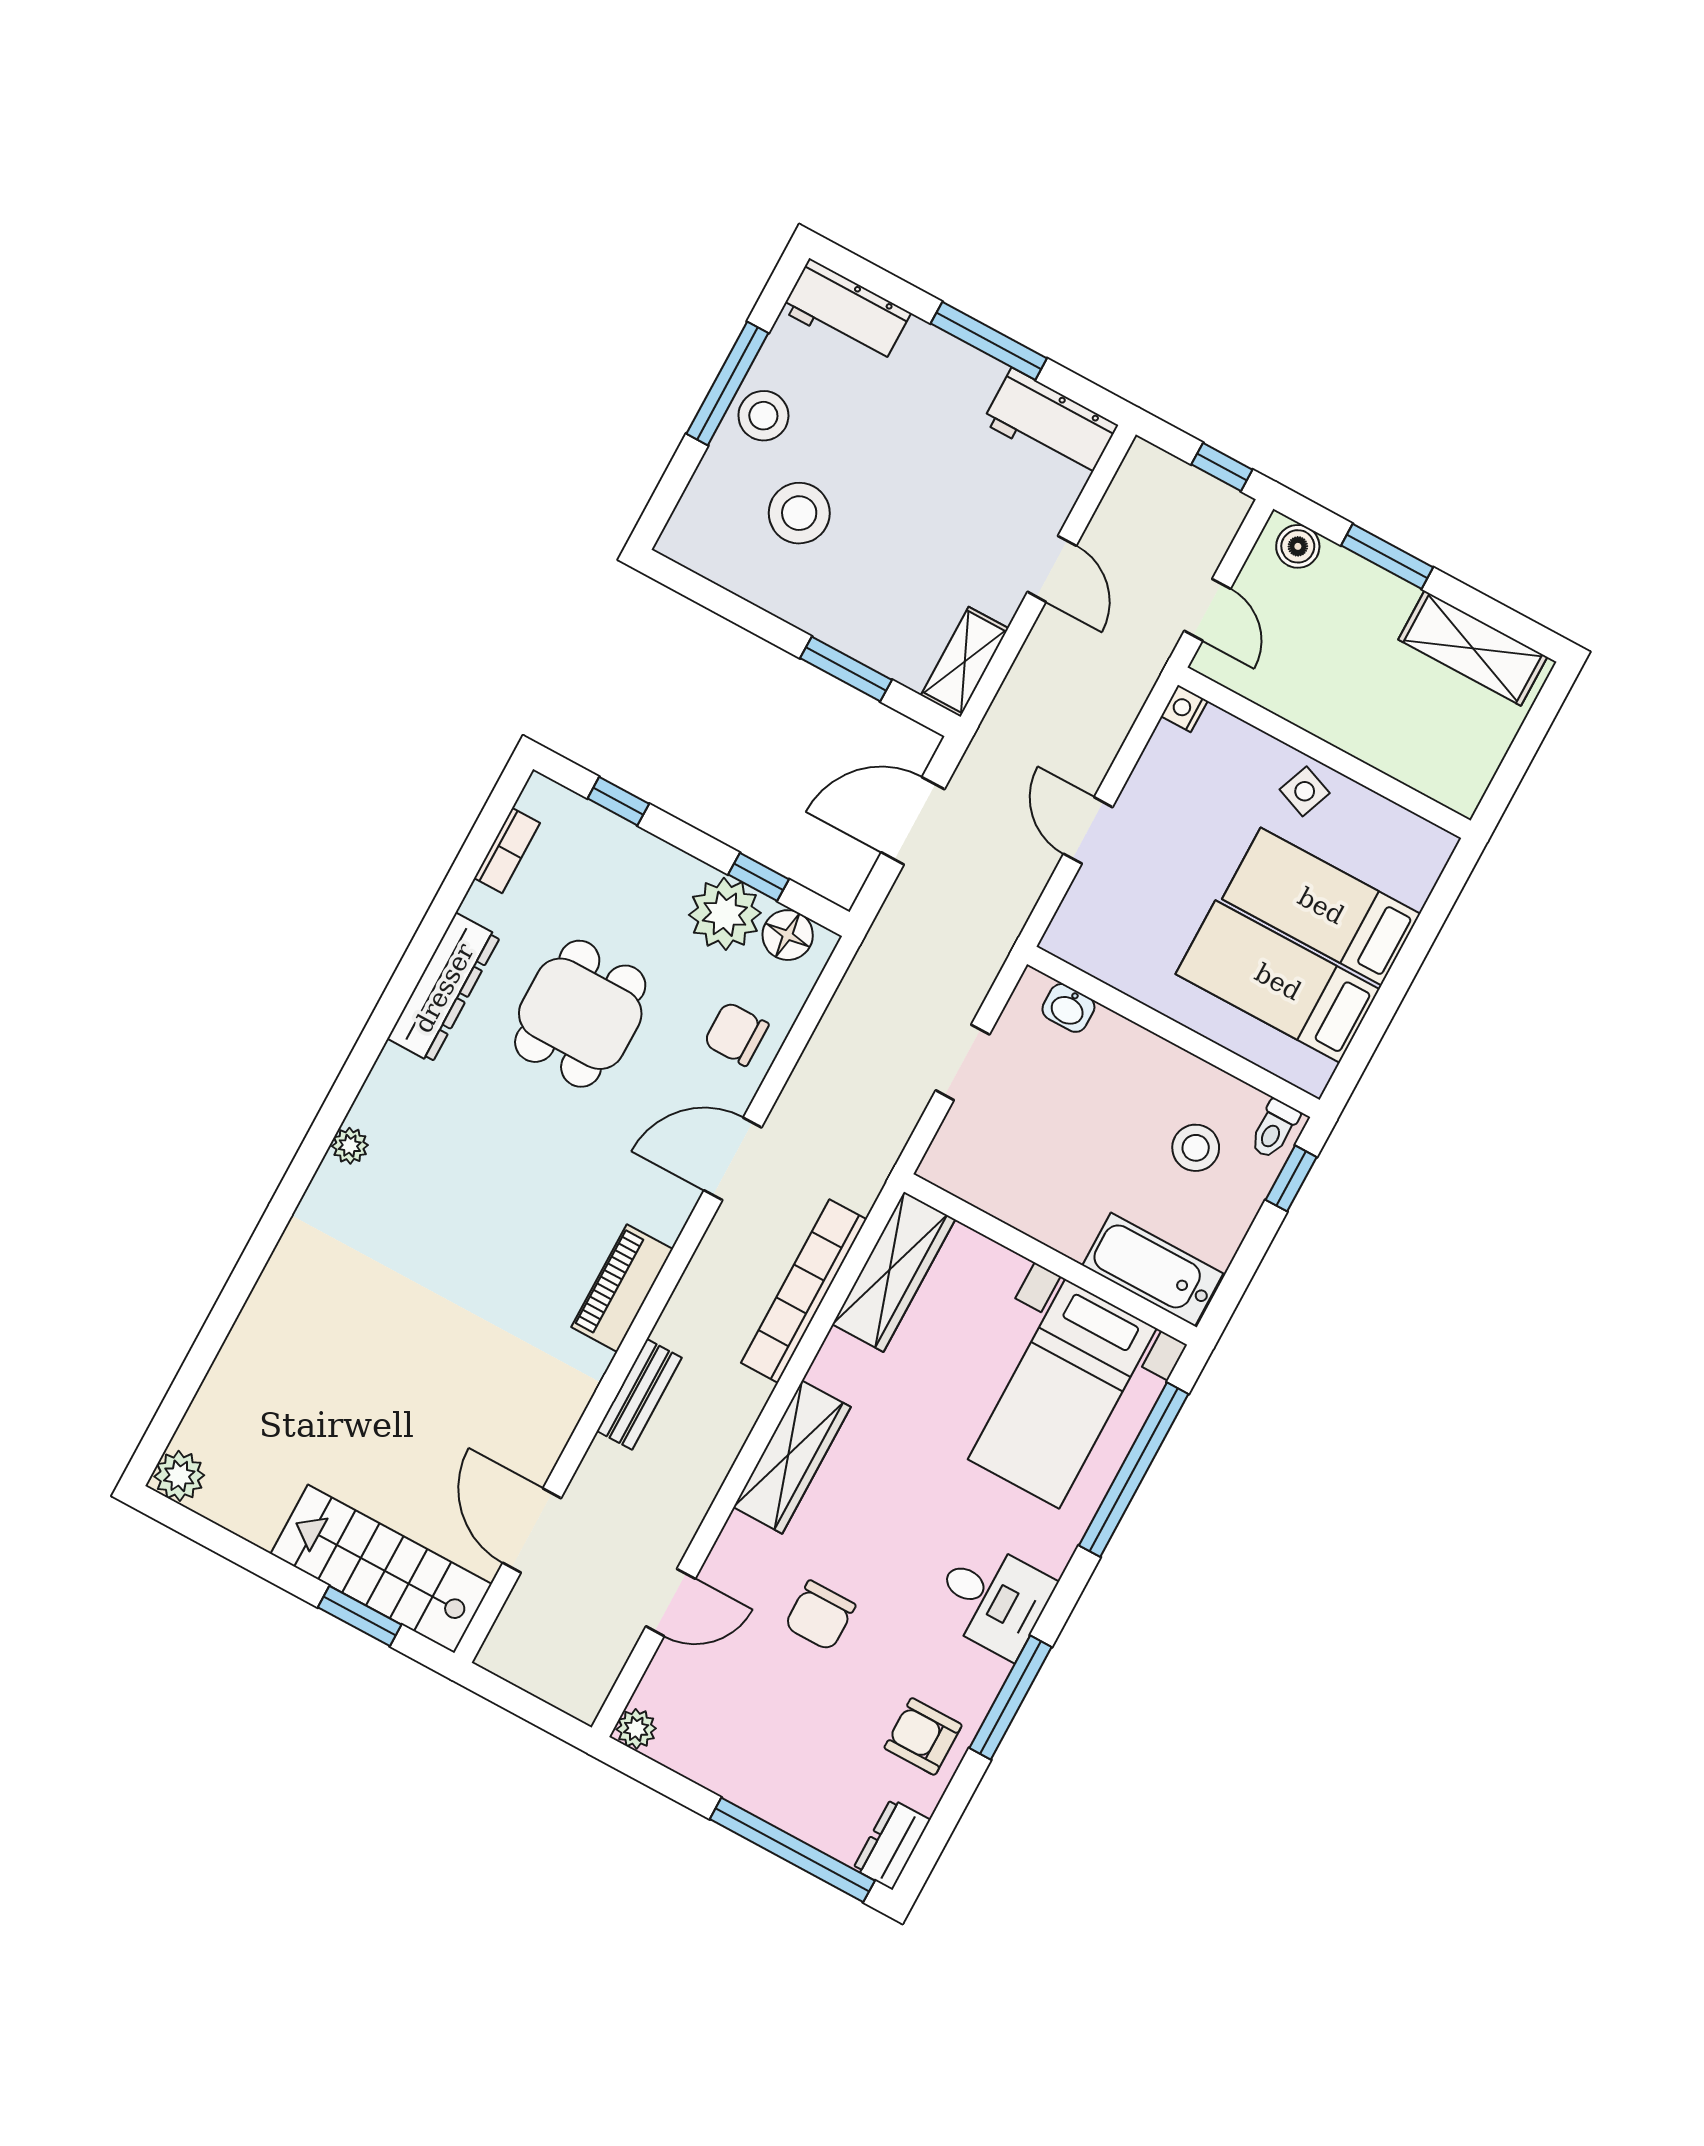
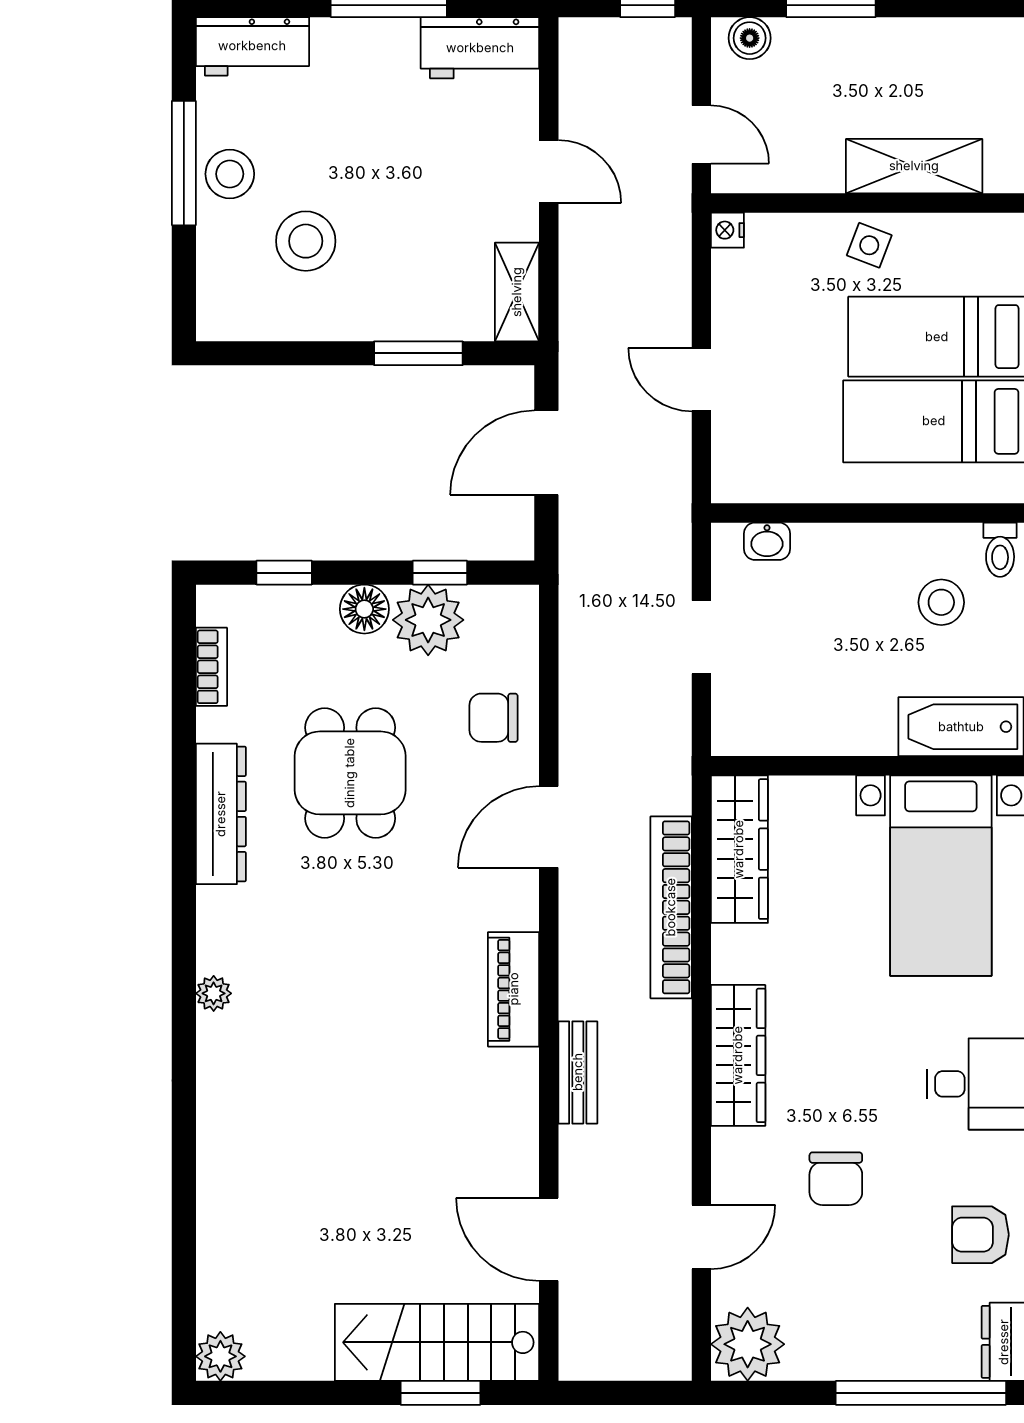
shelving: (1473, 648) -> (914, 166), moved
floor lamp: (788, 935) -> (364, 609), moved
plant: (636, 1729) -> (748, 1344), width x1.88, depth x1.88

